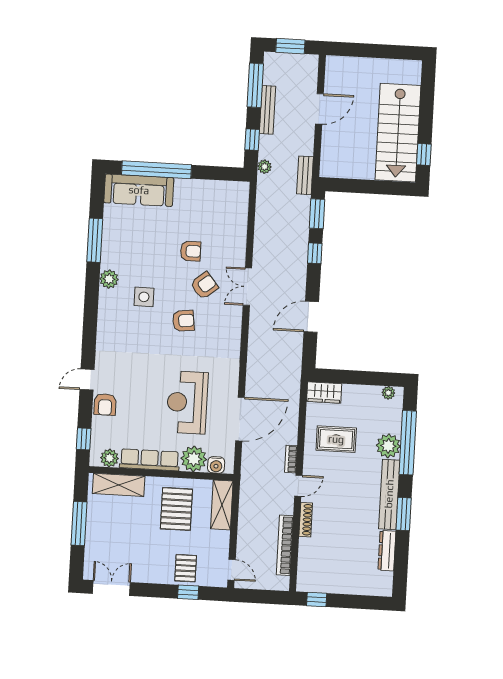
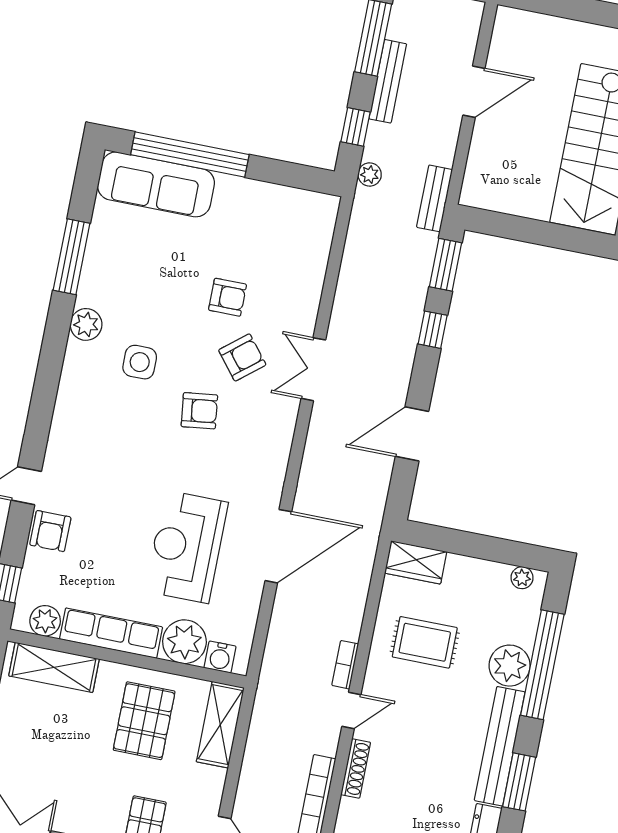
door: (240, 419) -> (278, 546), moved

